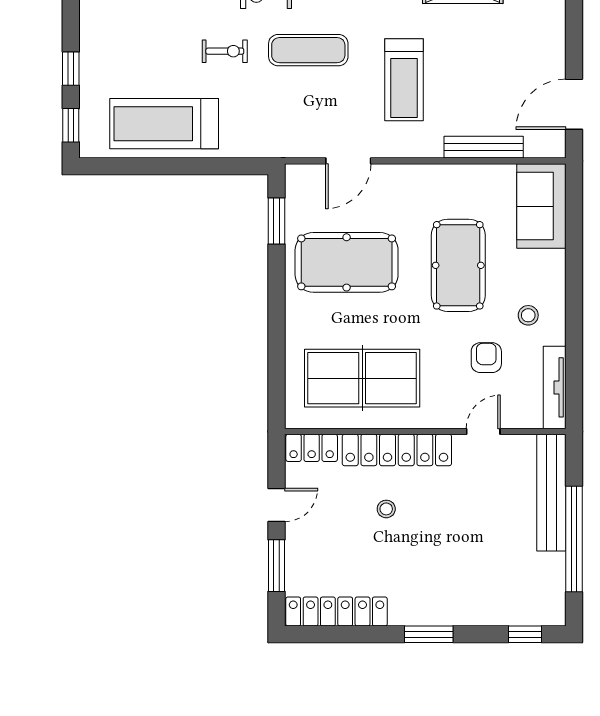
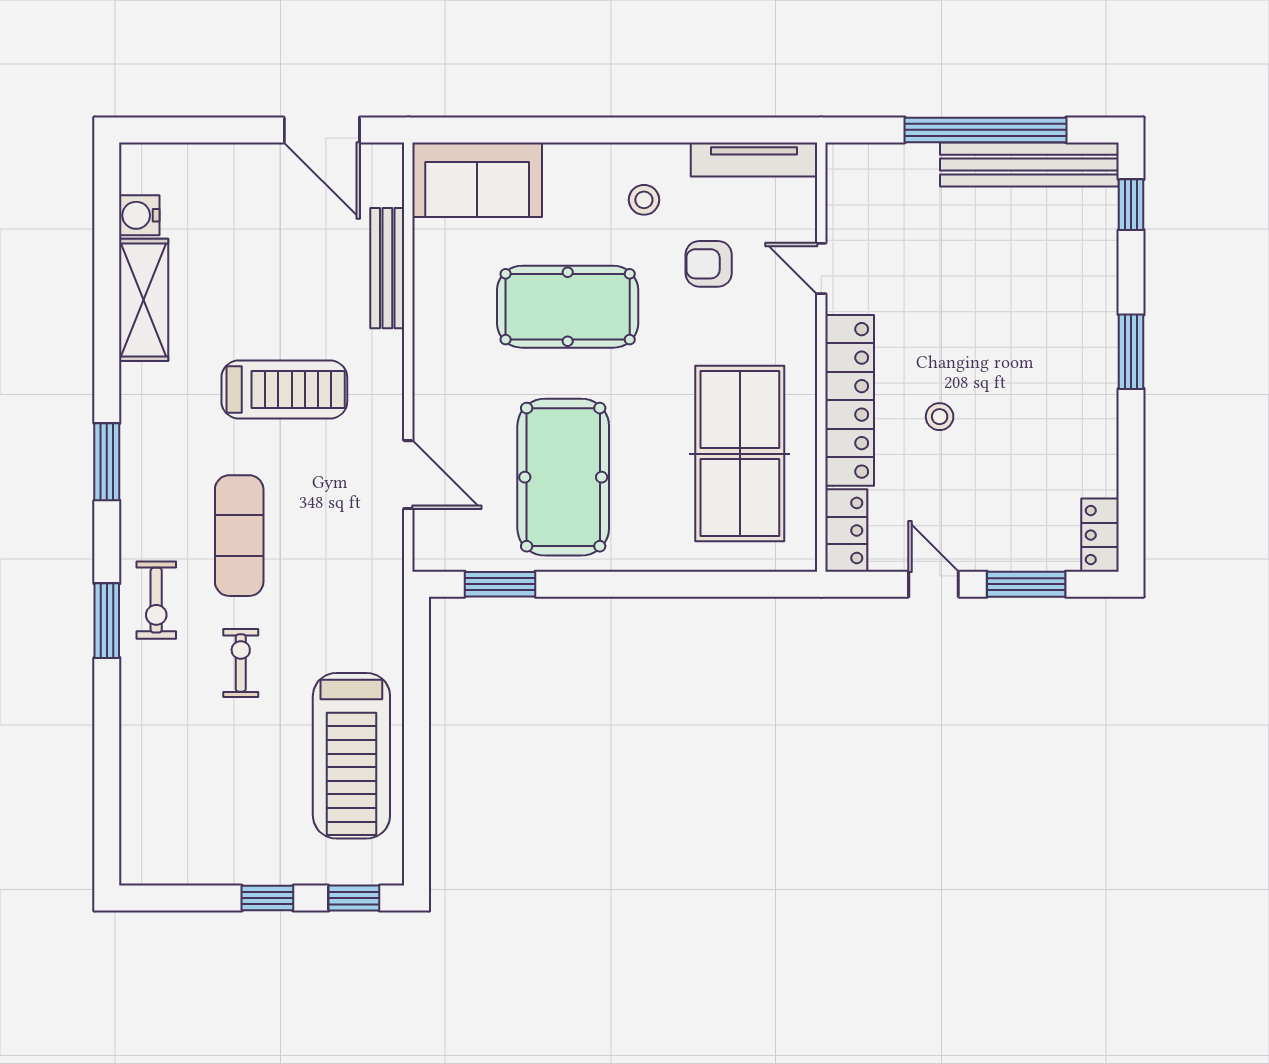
bench: (551, 493) -> (1029, 165), moved
locker: (337, 612) -> (1100, 535), width x0.46, depth x0.83

